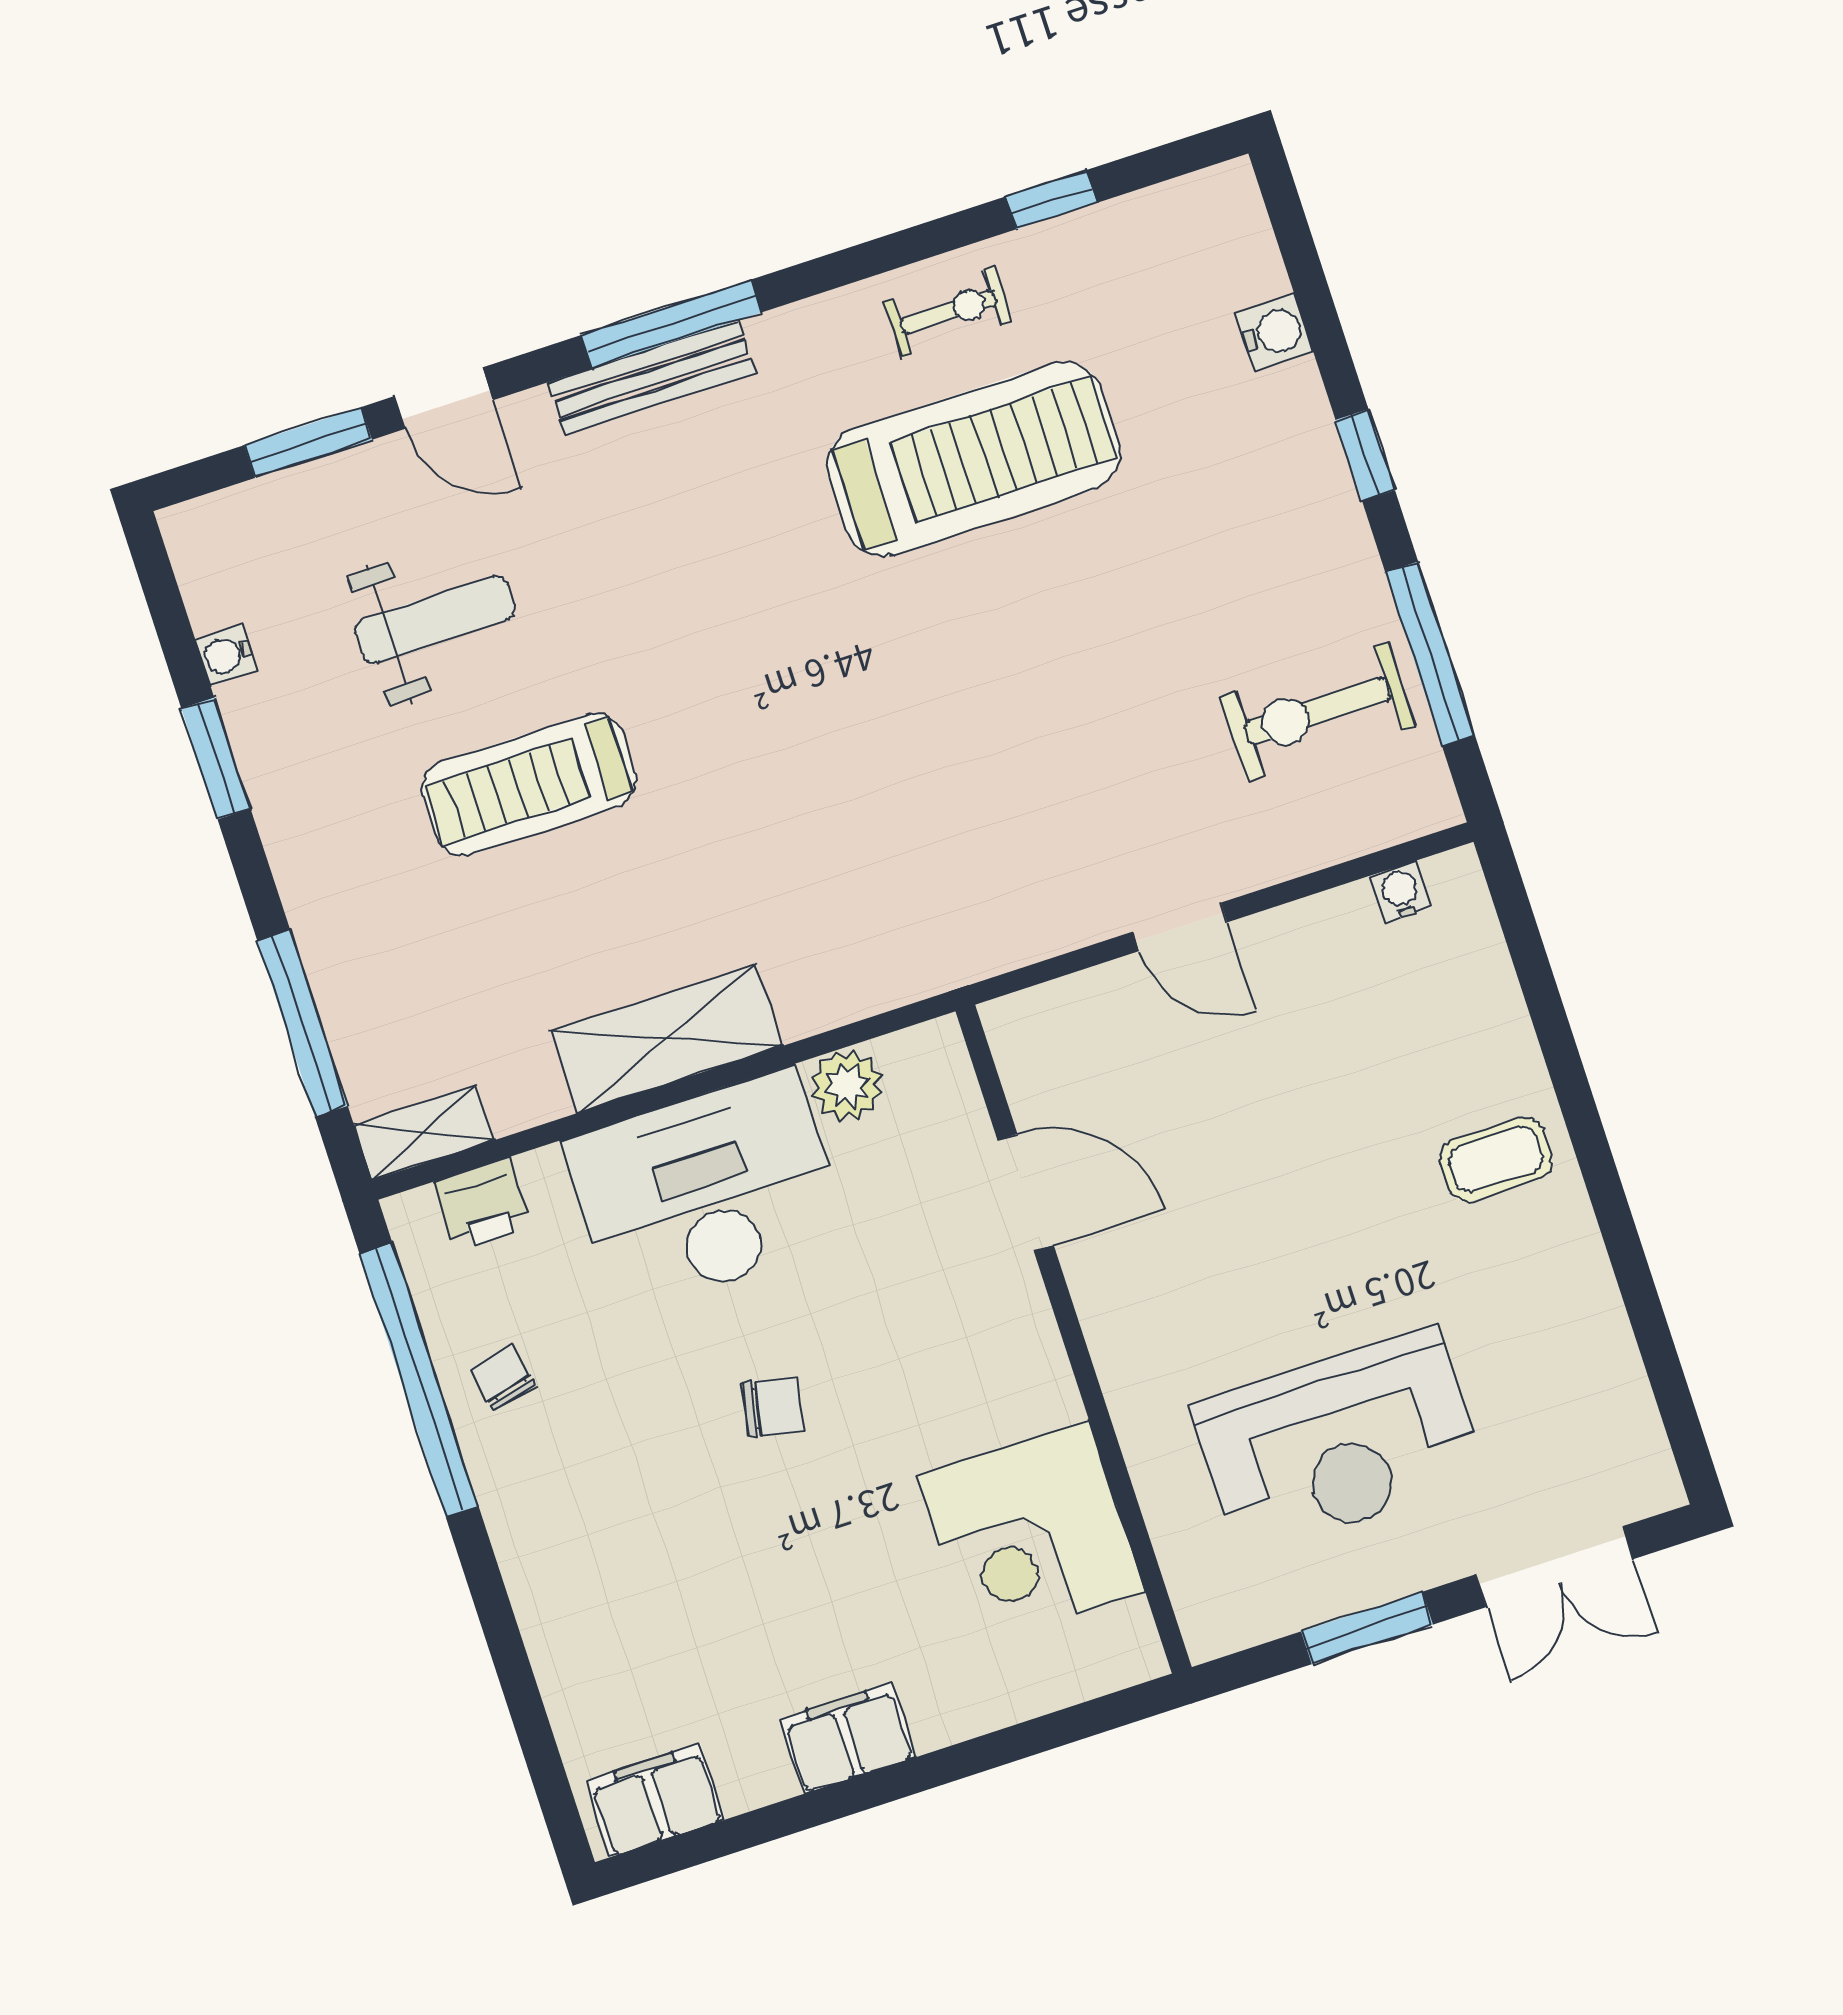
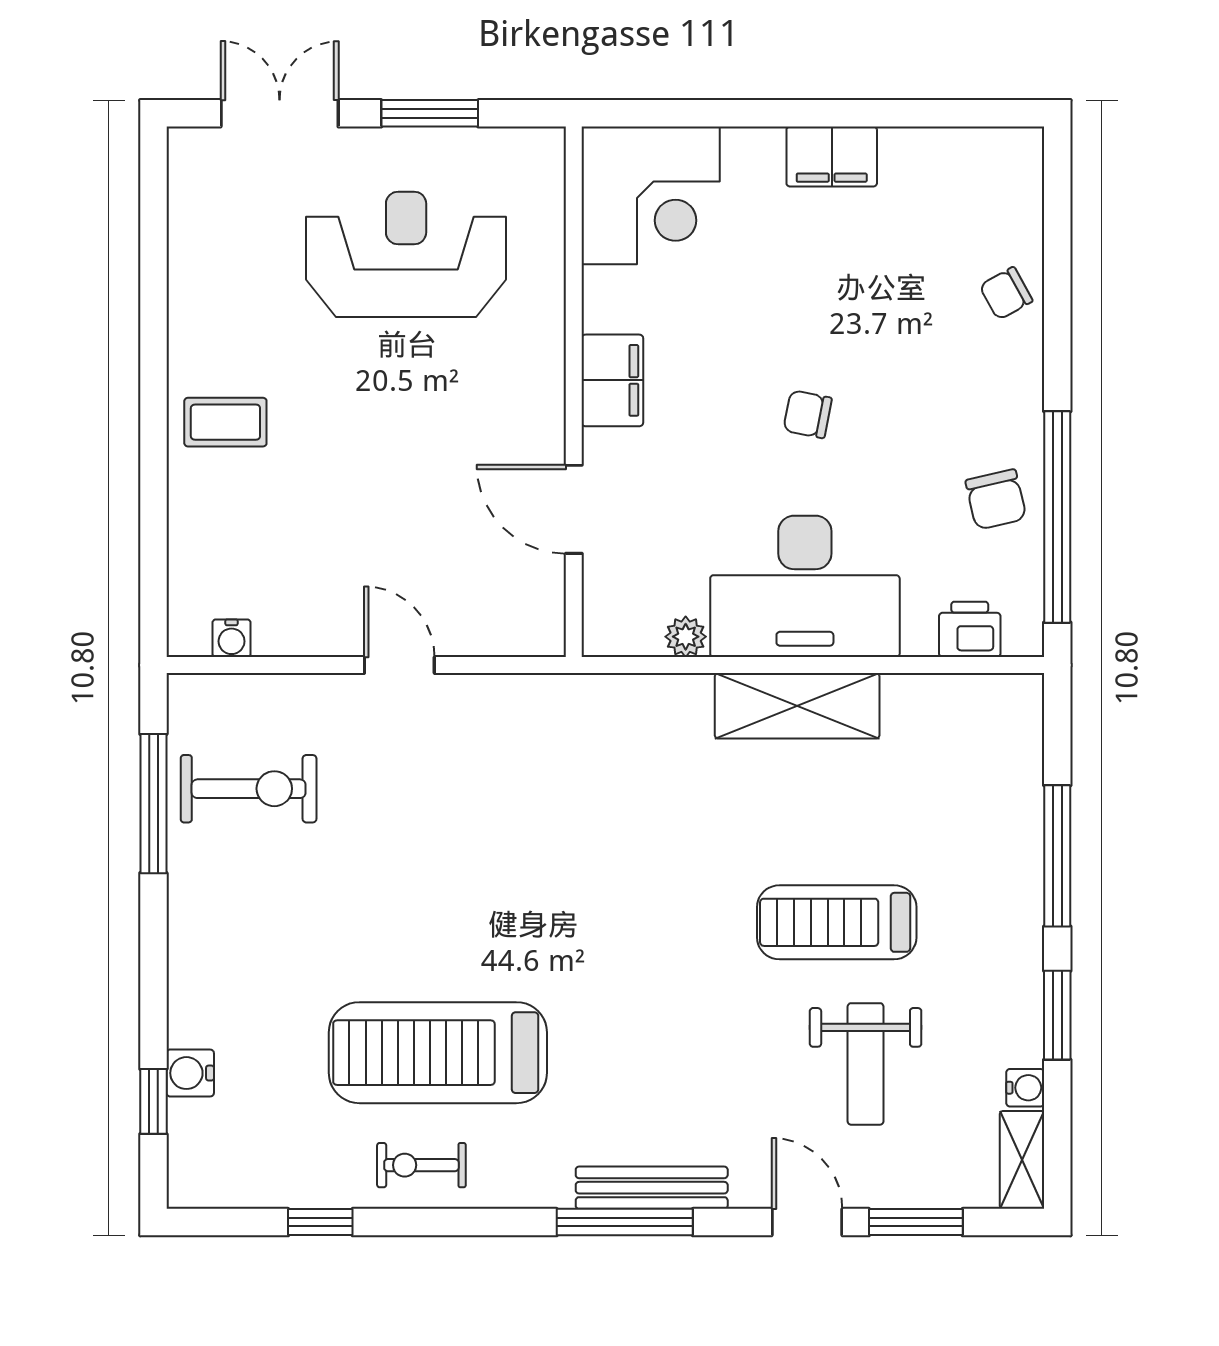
window: (1365, 455) -> (153, 1101), moved
weight bench: (435, 619) -> (866, 1064), turned -90
treadmill: (529, 784) -> (837, 922), turned 180
window: (302, 1023) -> (1057, 856), moved
plant: (847, 1086) -> (686, 637), width x0.73, depth x0.73
shelving: (424, 1133) -> (1022, 1160), moved, turned 90
chair: (503, 1377) -> (996, 499), width x1.37, depth x1.37
corner desk: (1031, 1533) -> (651, 195), moved, turned 90
chair: (574, 1638) -> (1006, 293), added
filing cabinet: (655, 1800) -> (612, 380), moved, turned -90

